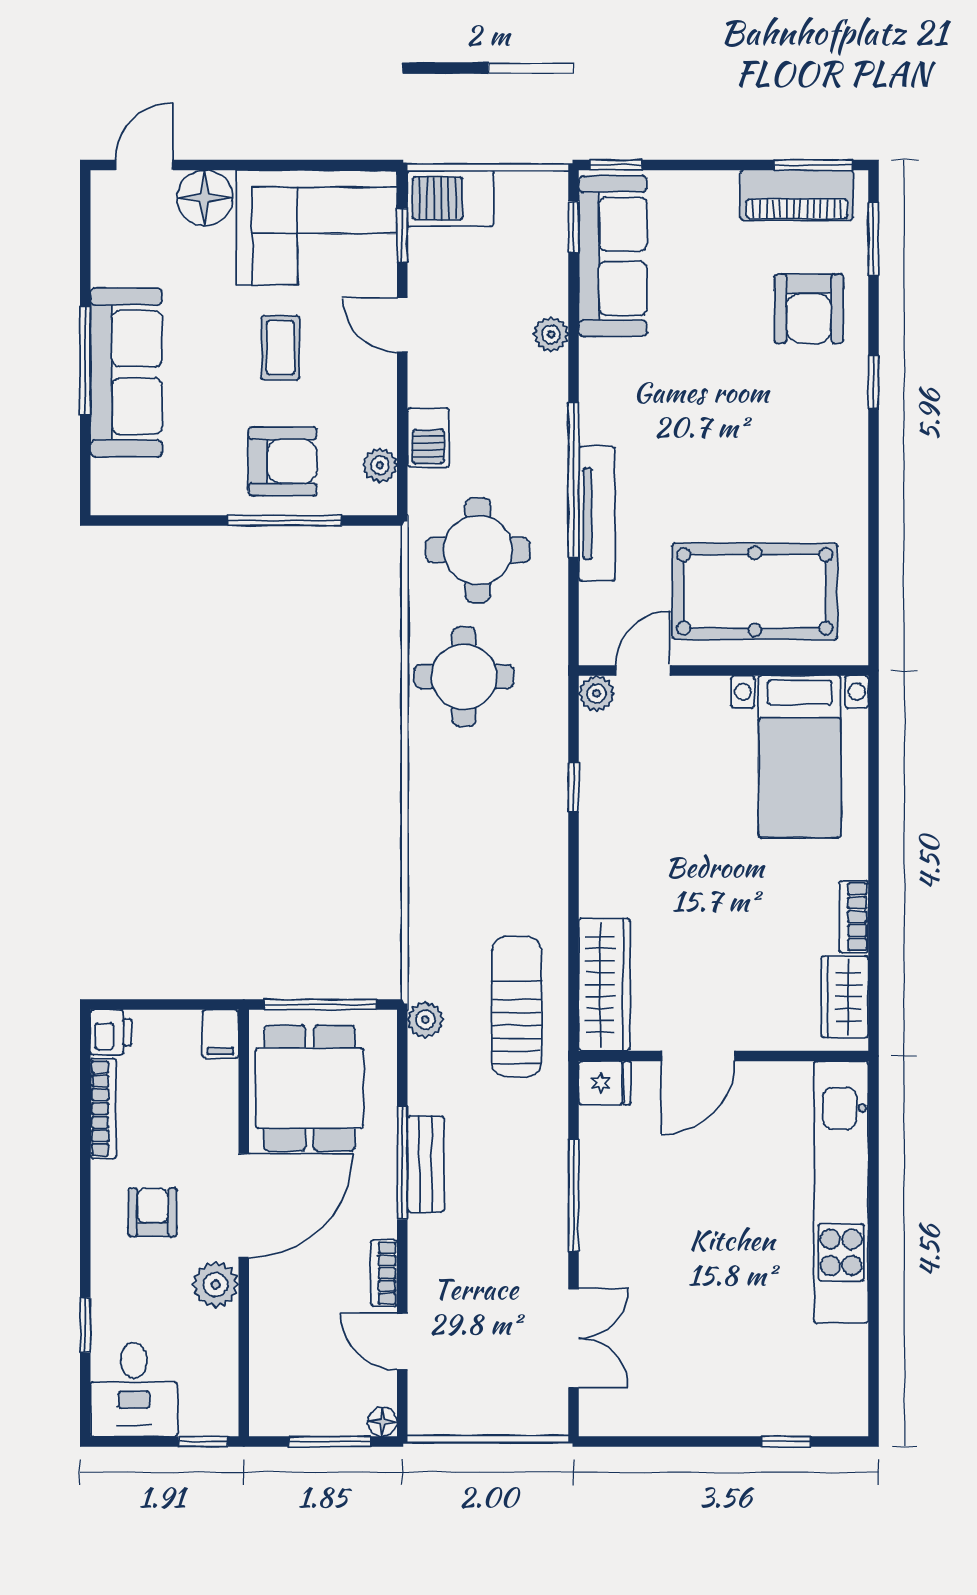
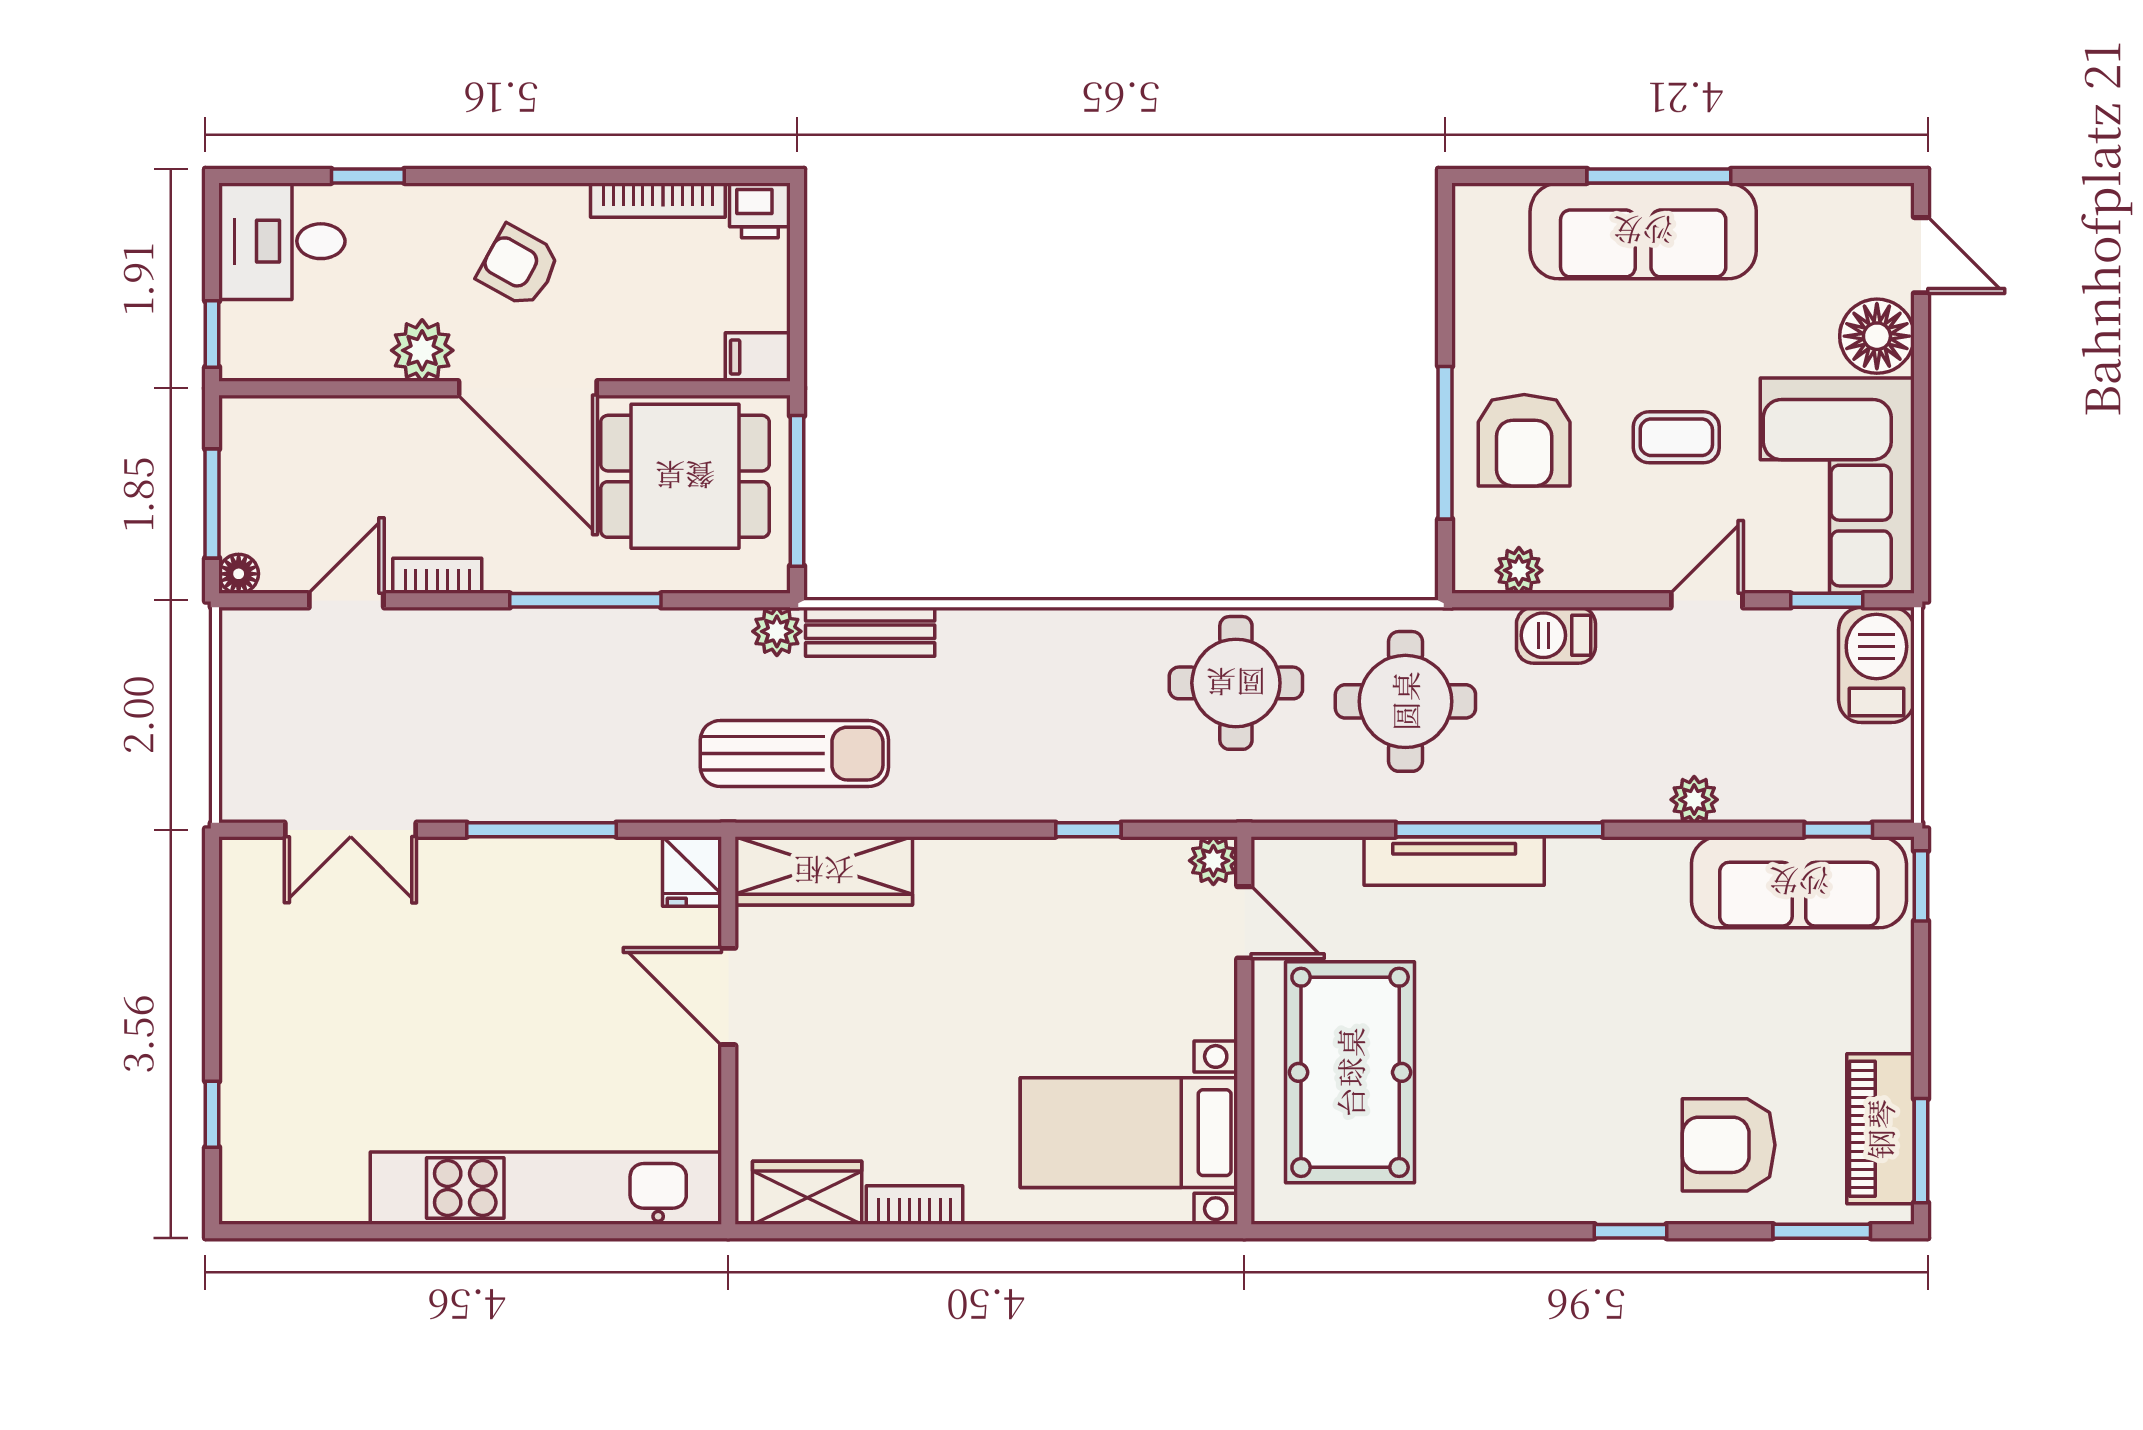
bench: (426, 1164) -> (870, 632), moved
armchair: (153, 1212) -> (519, 266), turned -151

